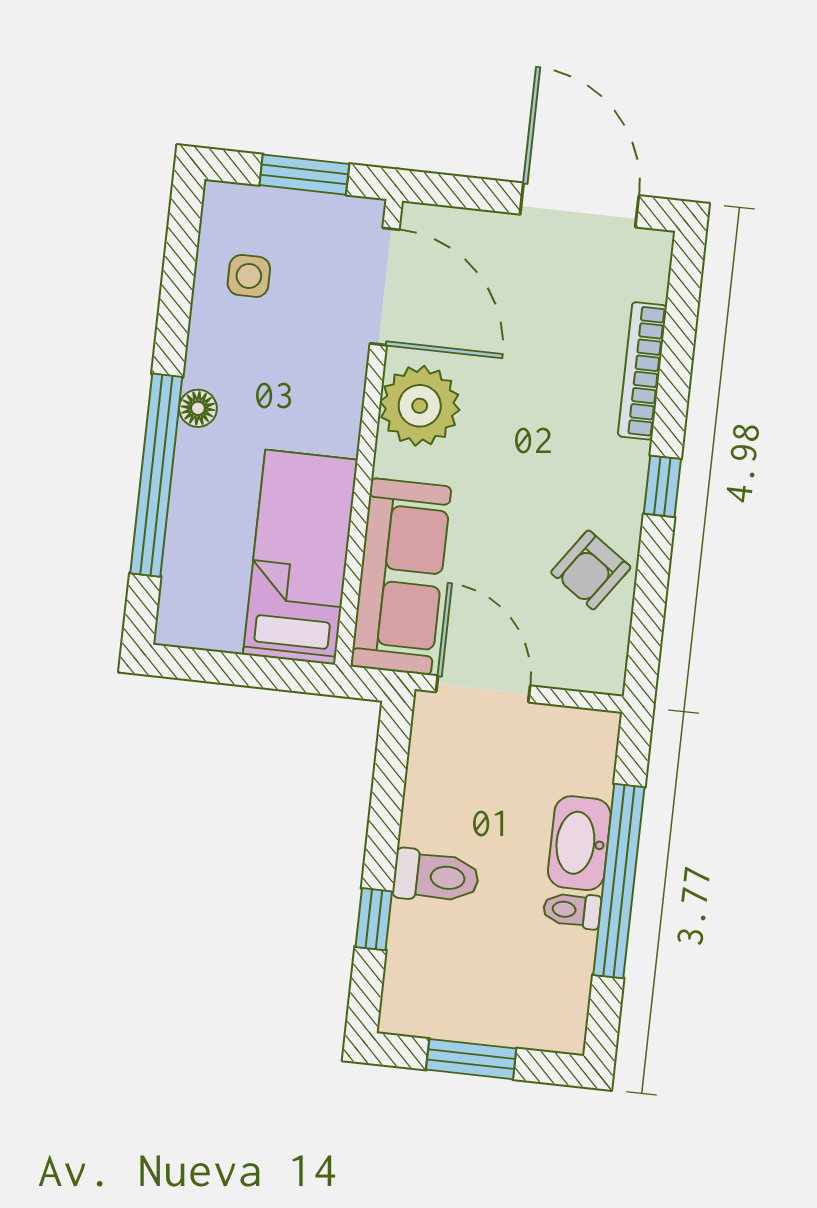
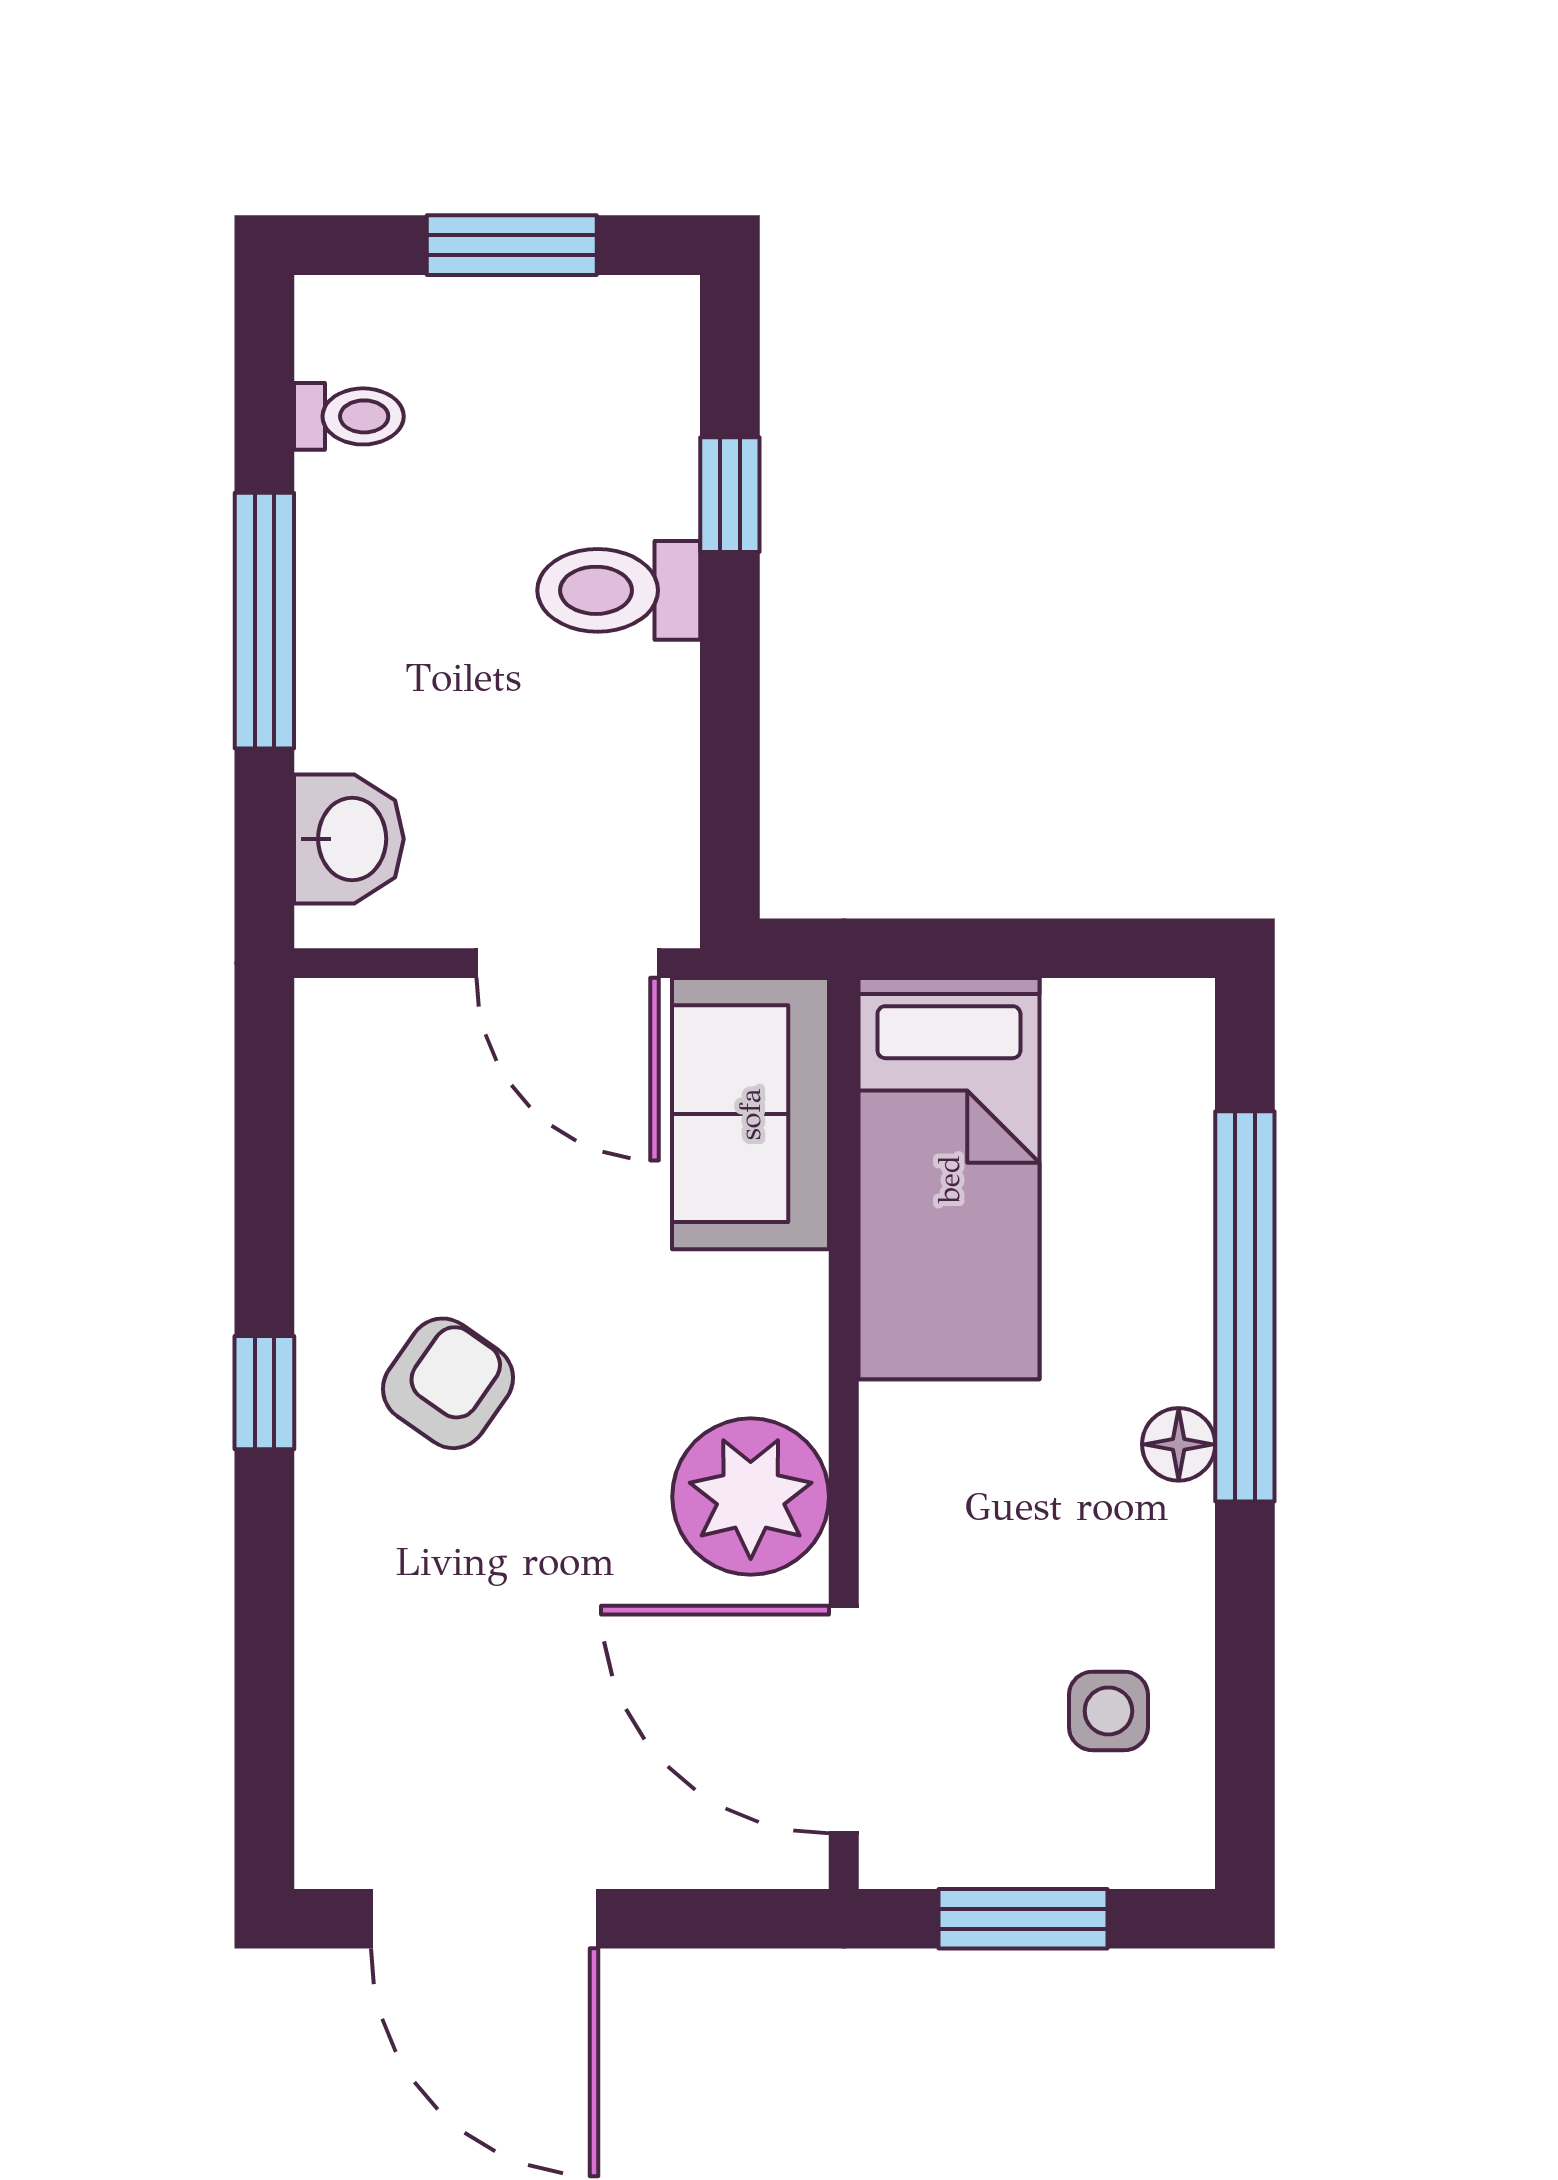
bookcase: (642, 371) -> (328, 1612), removed
armchair: (591, 570) -> (448, 1383), moved
sofa: (401, 577) -> (750, 1114), width x0.73
washbasin: (579, 843) -> (349, 839), moved, width x0.72
window: (619, 881) -> (264, 621), width x0.68
toilet: (572, 910) -> (349, 416), moved

